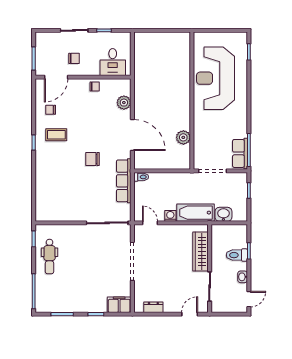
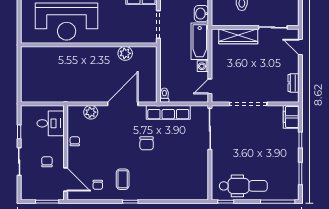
dental chair: (50, 257) -> (243, 186), width x1.36, depth x1.38

